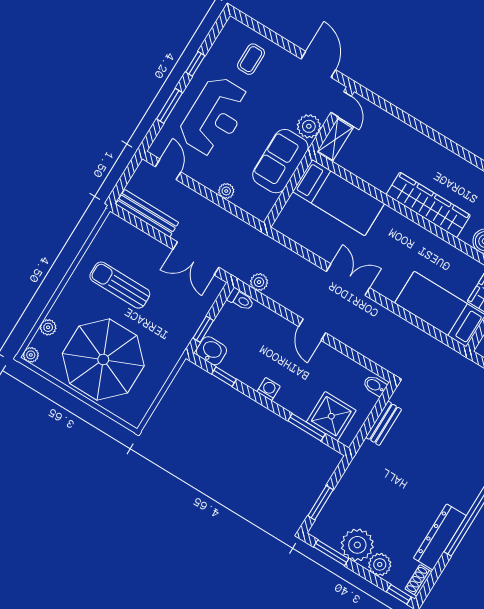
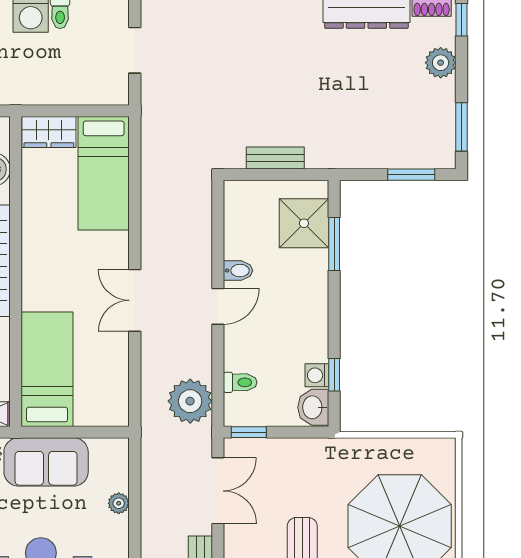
plant: (259, 282) -> (190, 401), width x1.88, depth x1.88
toilet: (241, 300) -> (240, 382), moved, turned 90
window: (203, 329) -> (249, 432), moved
bidet: (375, 385) -> (238, 271), moved, turned -90
washing machine: (269, 389) -> (317, 375), moved
plant: (357, 545) -> (434, 102), removed

